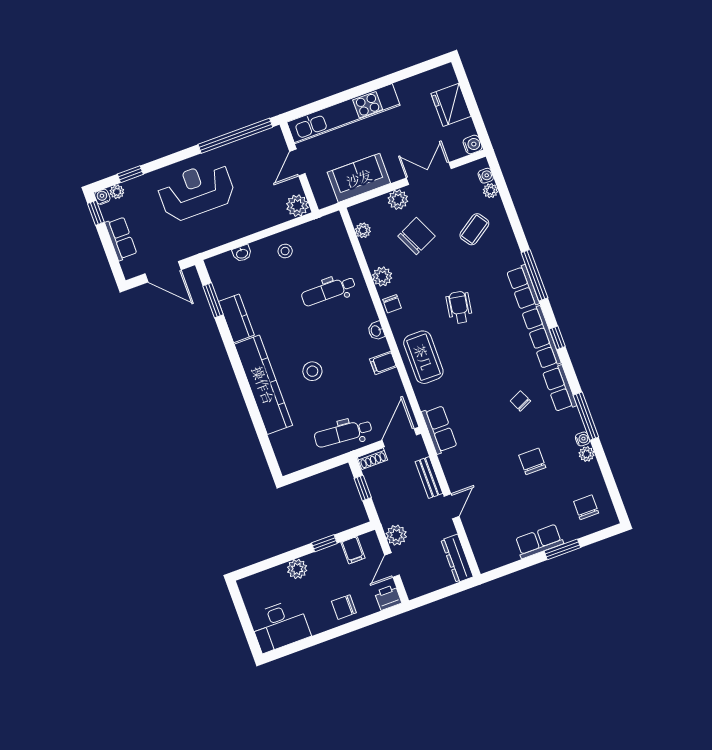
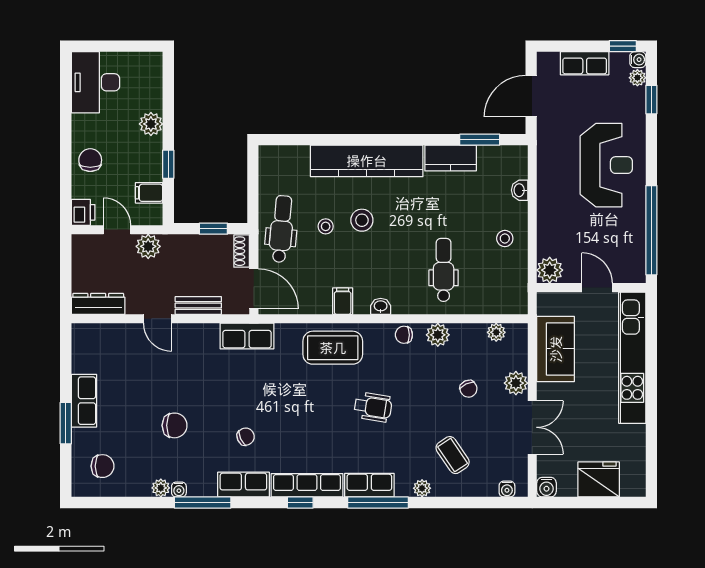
plant: (490, 191) -> (422, 488), moved
chair: (416, 236) -> (468, 389), width x0.54, depth x0.54
stool: (328, 399) -> (326, 226), added

